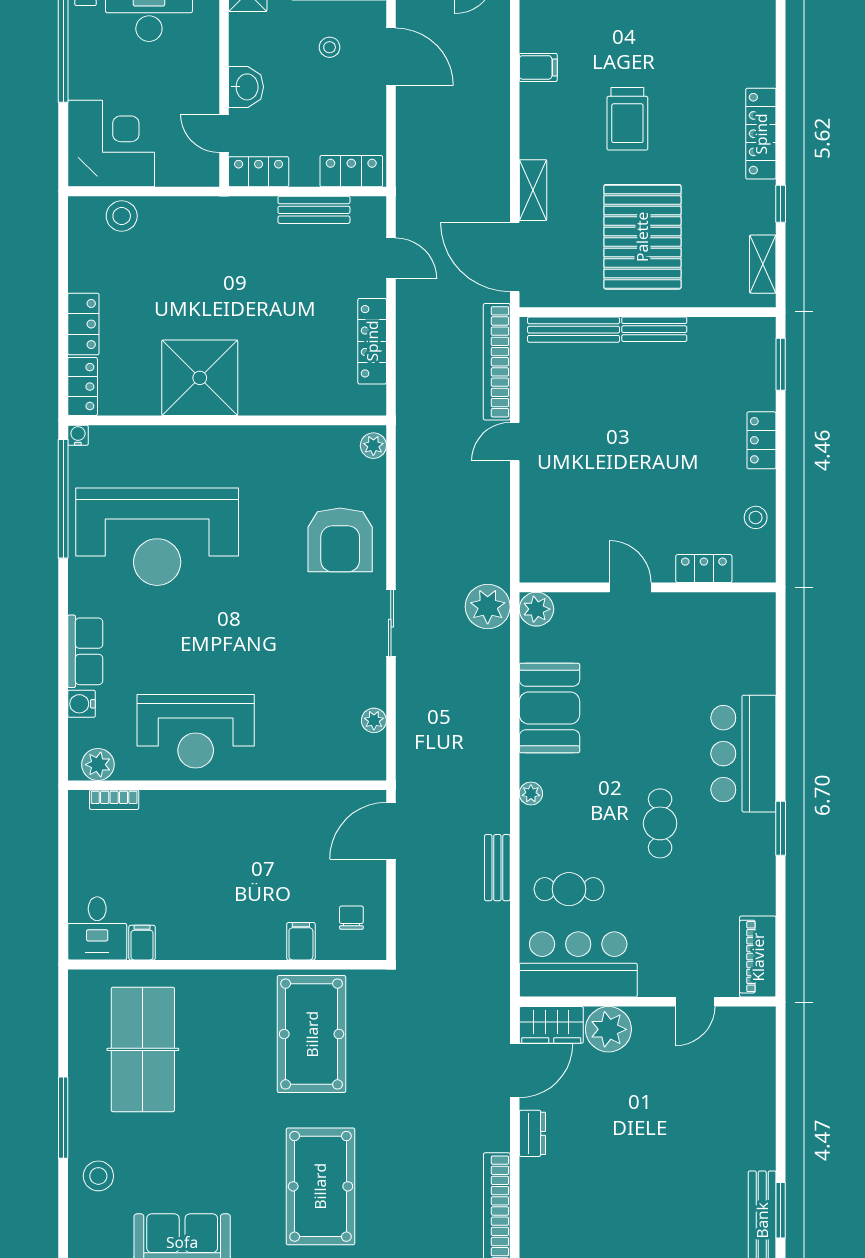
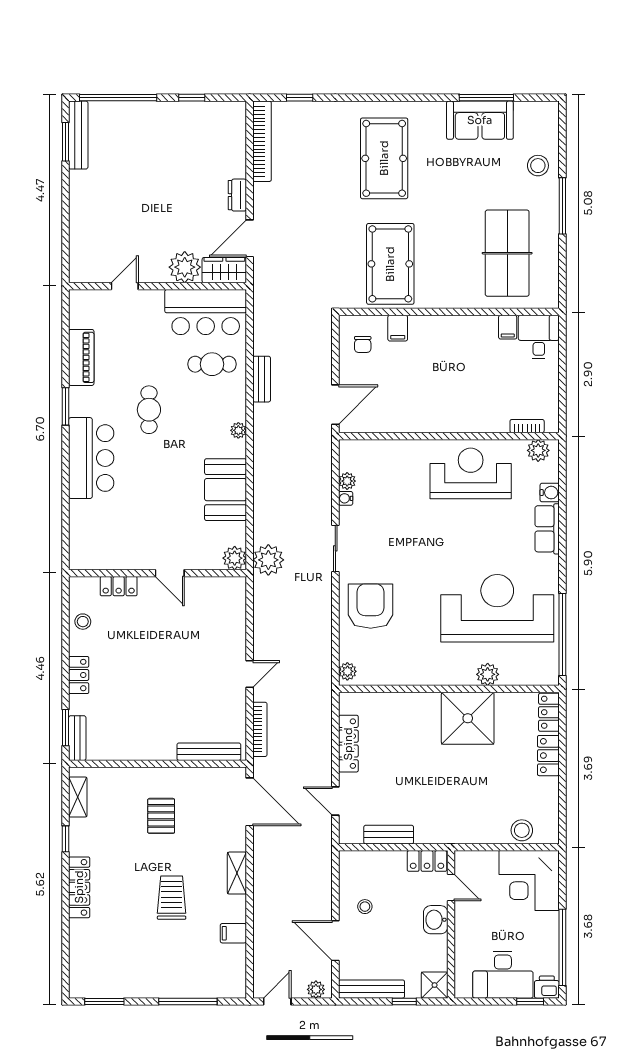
stool: (330, 47) -> (365, 907), moved
locker: (351, 171) -> (363, 861), removed
shelving: (533, 190) -> (237, 873), moved
pallet: (642, 237) -> (161, 816), width x0.49, depth x0.50
bench: (654, 329) -> (77, 738), moved, turned 90
bookcase: (497, 362) -> (260, 729), width x0.68, depth x0.76
water cooler: (78, 435) -> (346, 498), moved, turned 90
plant: (171, 441) -> (488, 674), added
piano: (758, 957) -> (81, 357), moved

